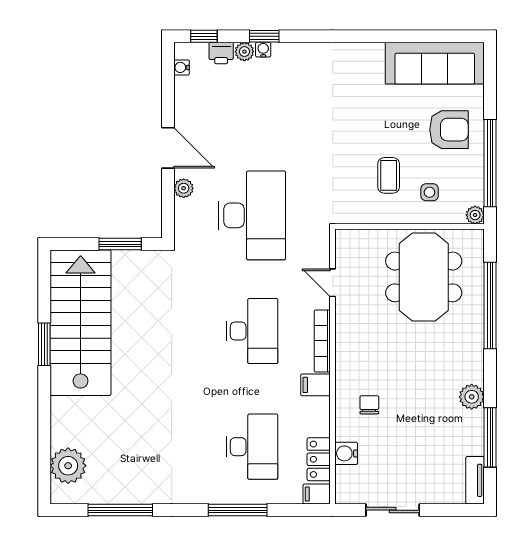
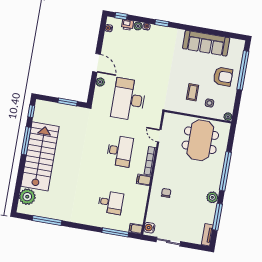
window: (264, 36) -> (162, 23), moved
sofa: (435, 63) -> (206, 43), moved
window: (490, 163) -> (243, 70), moved
desk: (252, 215) -> (129, 99), turned 180
window: (44, 278) -> (31, 111), added
window: (490, 305) -> (225, 171), moved
stairs: (81, 323) -> (40, 156), moved
window: (44, 344) -> (26, 141), width x1.44
desk: (252, 447) -> (111, 202), width x0.73
water cooler: (346, 453) -> (149, 228), moved
locker: (319, 459) -> (139, 213), removed
window: (238, 510) -> (115, 232), moved

